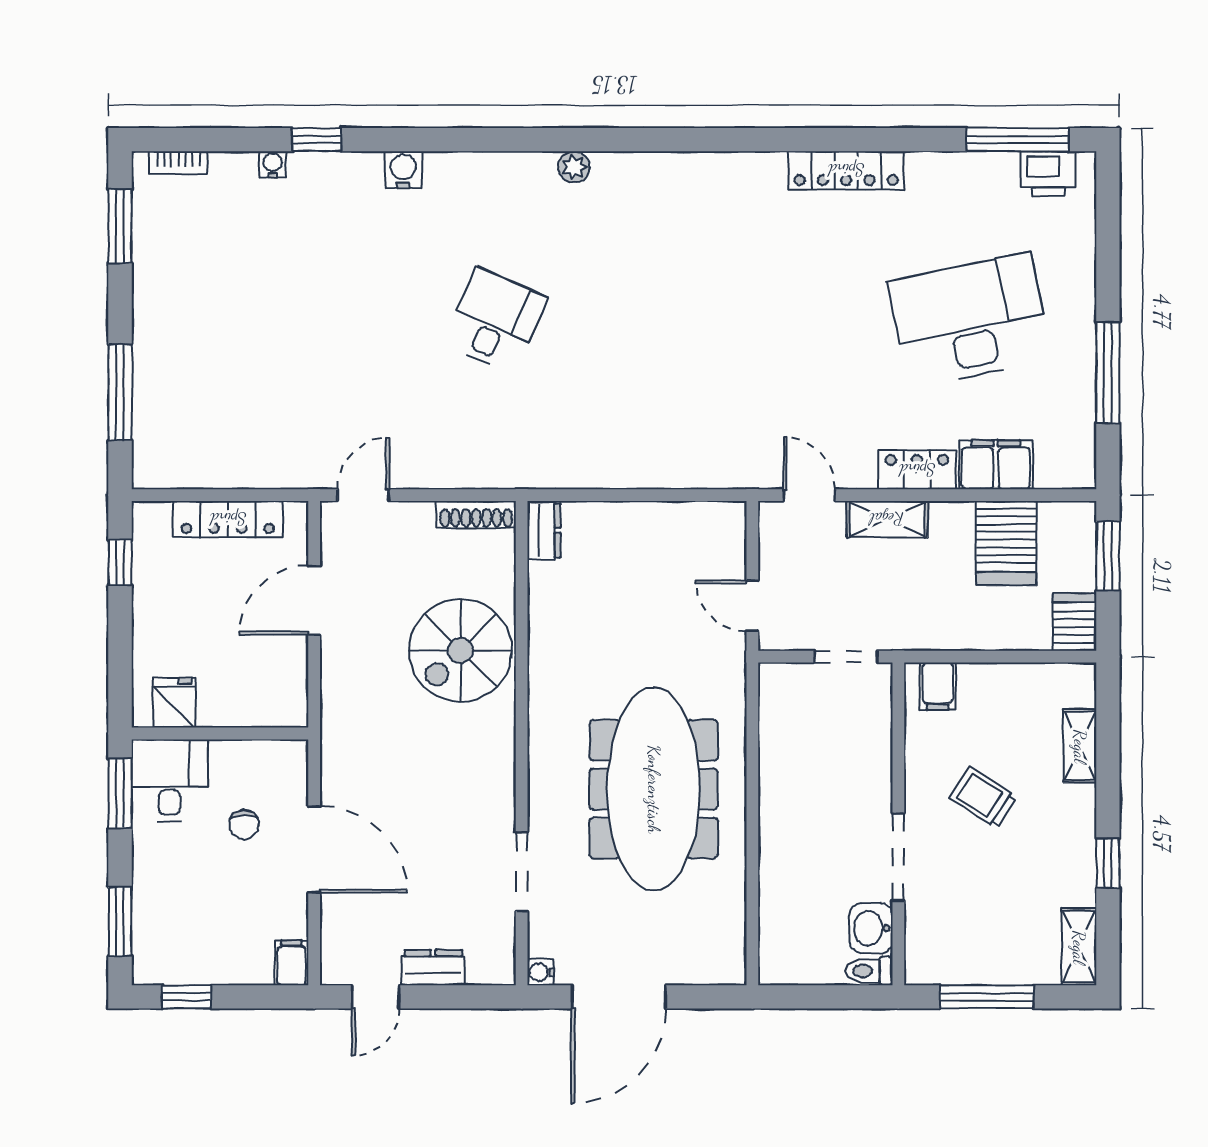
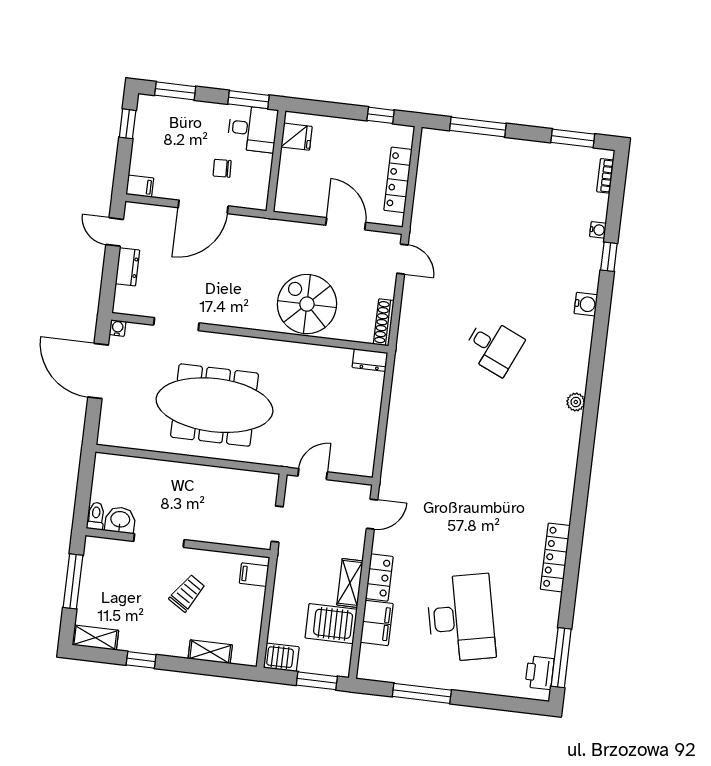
shelving: (887, 519) -> (350, 583), moved

